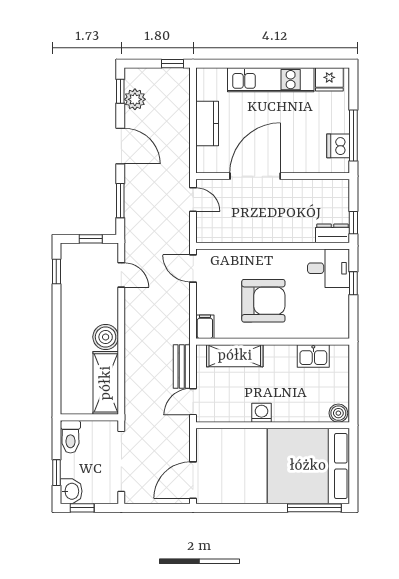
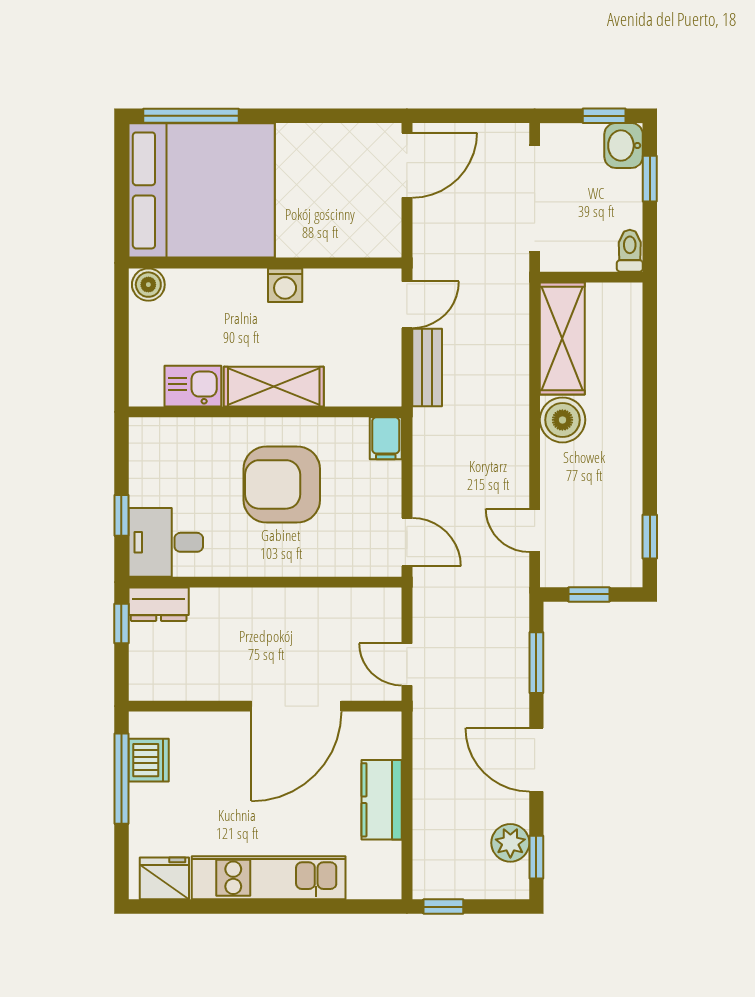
shelving: (235, 356) -> (274, 387), moved
toilet: (70, 437) -> (630, 251), width x0.73, depth x0.72

